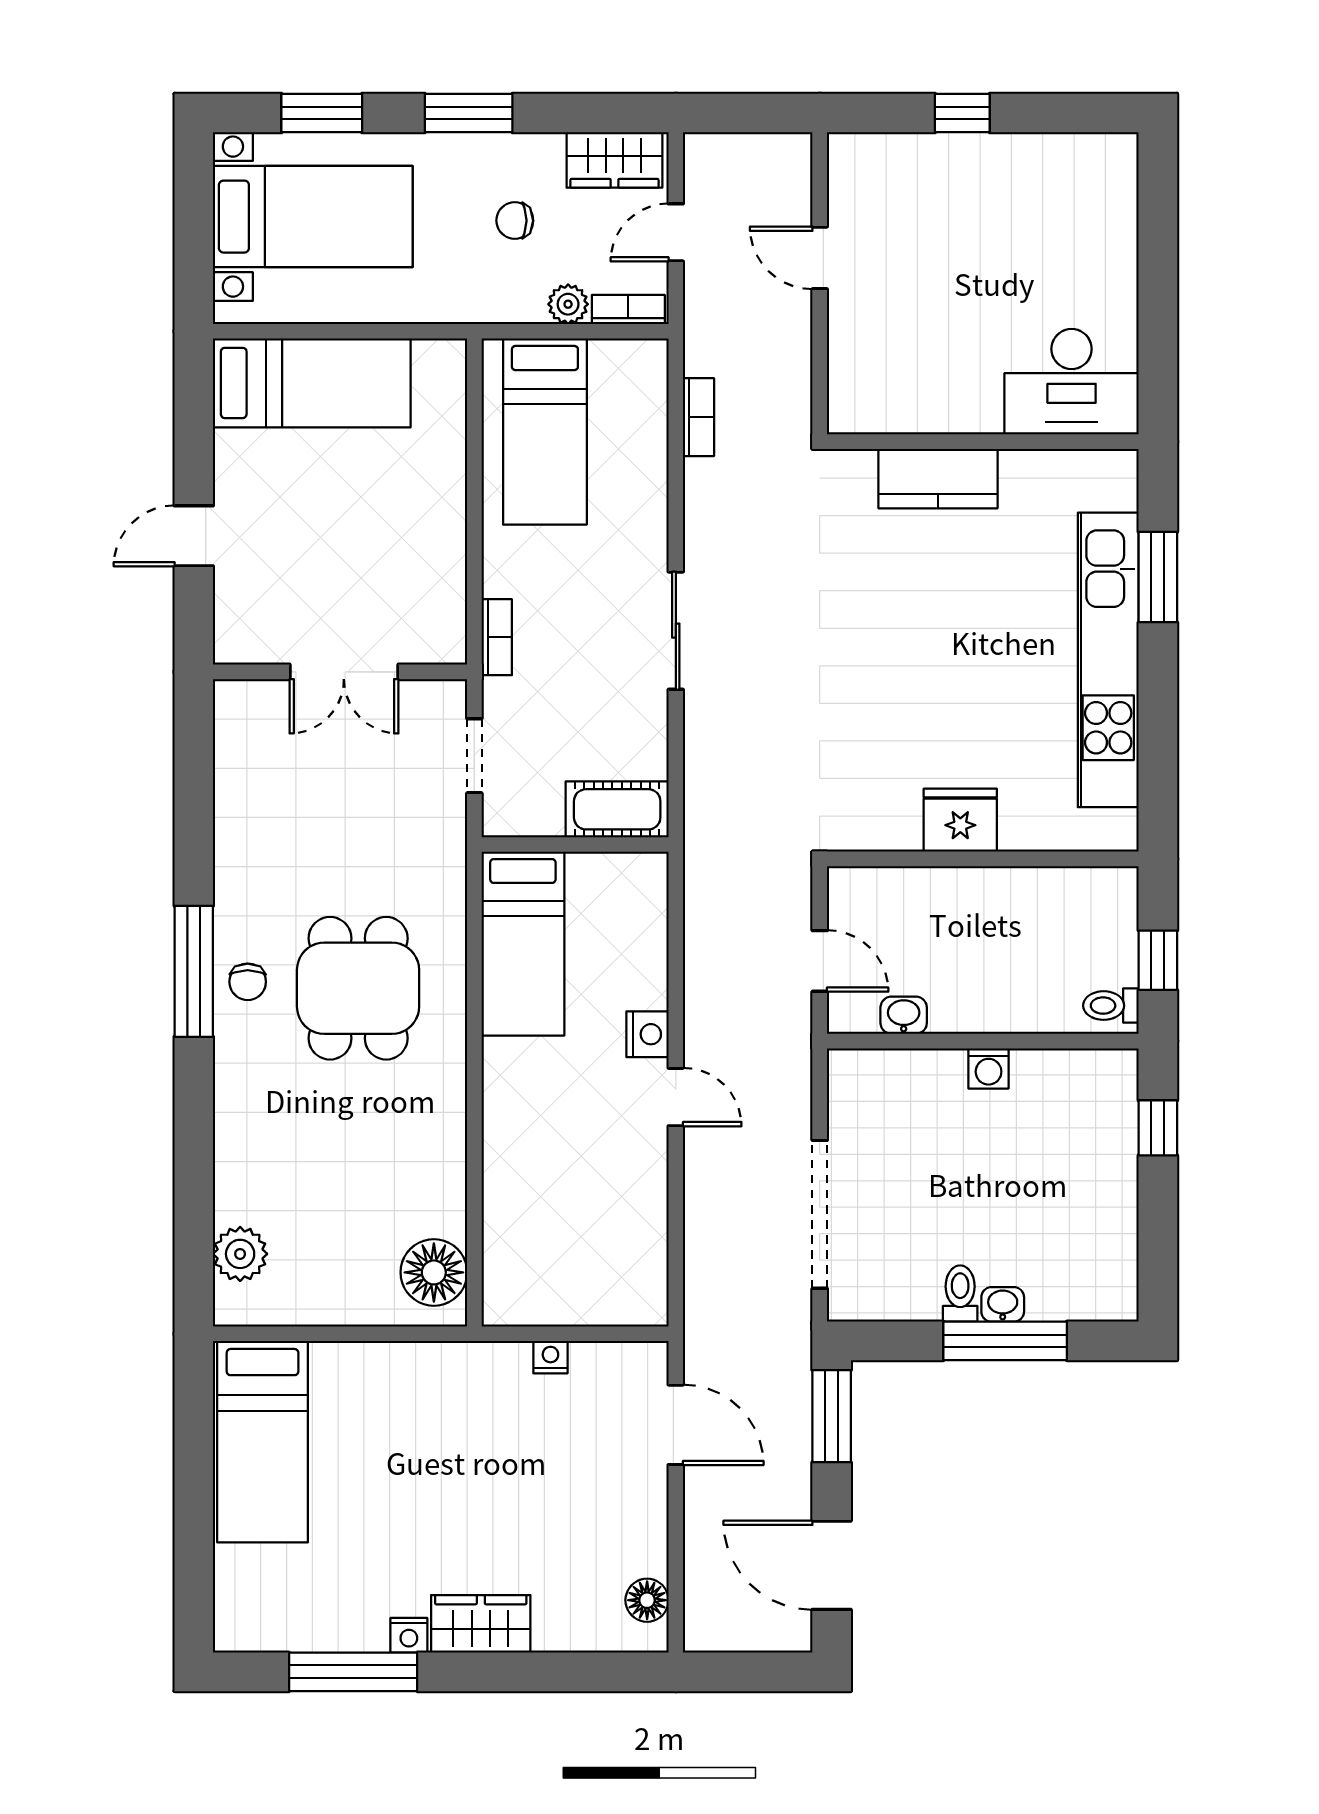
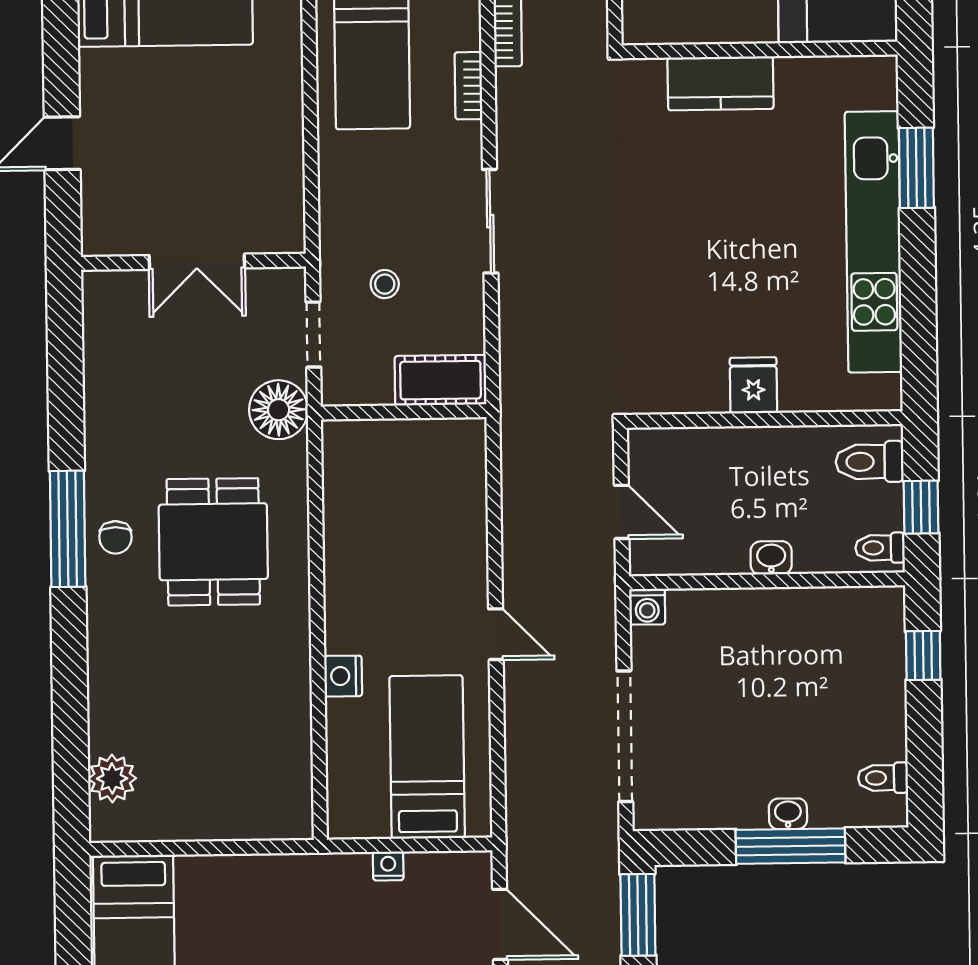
bookcase: (497, 637) -> (468, 86), moved, turned 180
stool: (556, 700) -> (385, 284), added
fridge: (960, 820) -> (753, 385), width x0.72
toilet: (1100, 908) -> (870, 462), added
bed: (523, 944) -> (427, 757), moved, turned 180
washbasin: (904, 1015) -> (771, 558), moved
nightstand: (647, 1034) -> (343, 676), moved, turned 180
washing machine: (989, 1068) -> (647, 607), moved
floor lamp: (434, 1272) -> (279, 410), moved
toilet: (960, 1294) -> (883, 778), moved, turned -90

